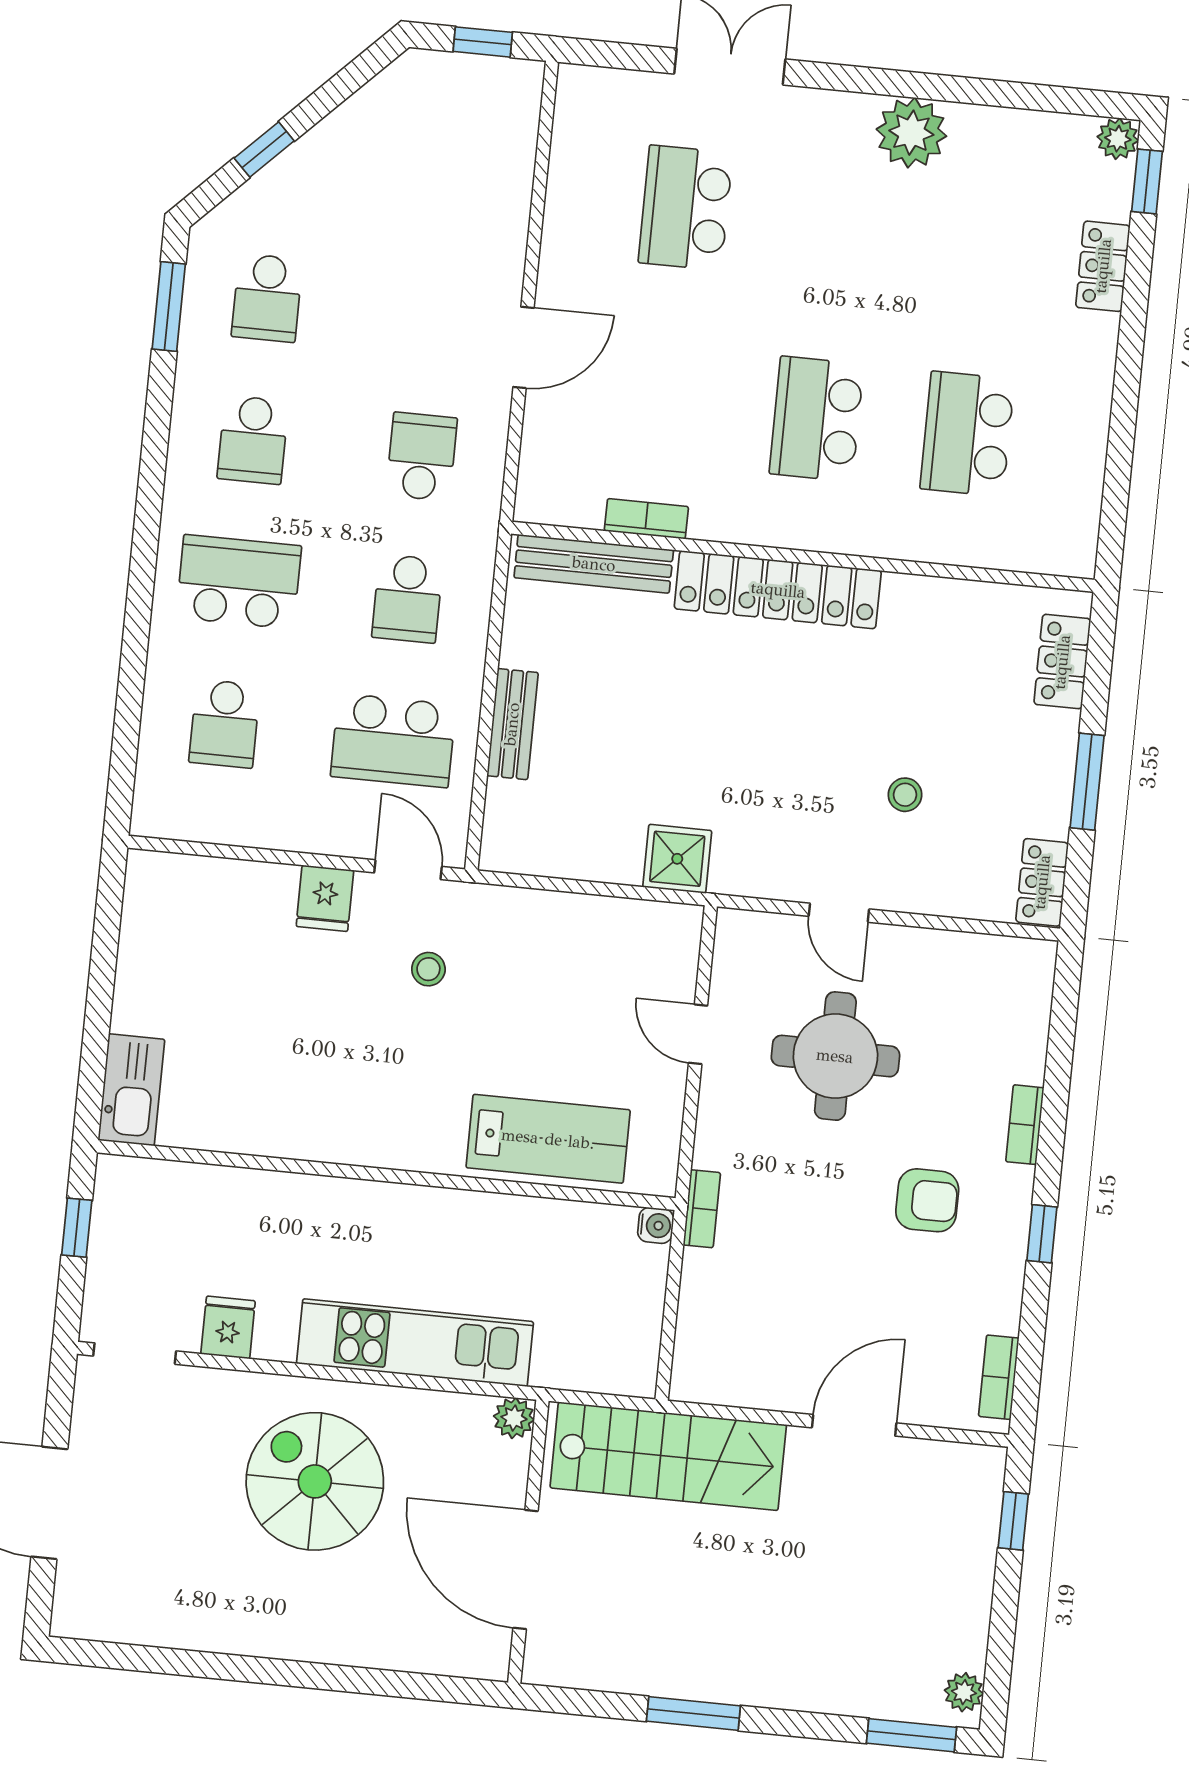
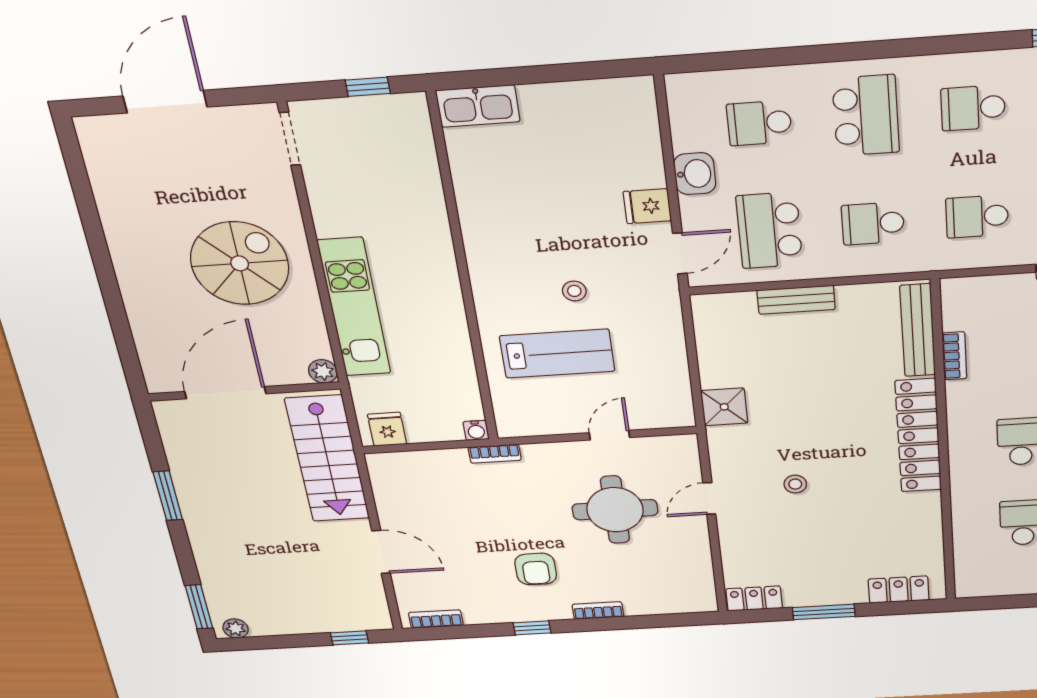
school desk: (422, 457) -> (977, 217), turned 180
stool: (905, 795) -> (795, 484), moved
washbasin: (286, 824) -> (695, 174), added
stool: (428, 969) -> (574, 291), moved
lab bench: (548, 1139) -> (557, 353), moved, turned -90
fridge: (228, 1327) -> (387, 429), moved, turned -90

